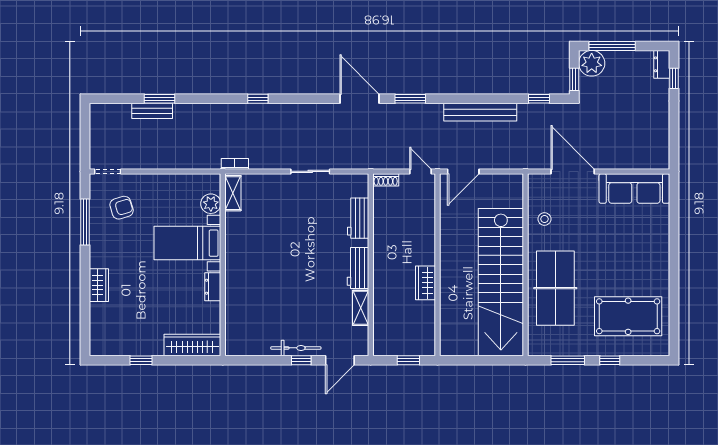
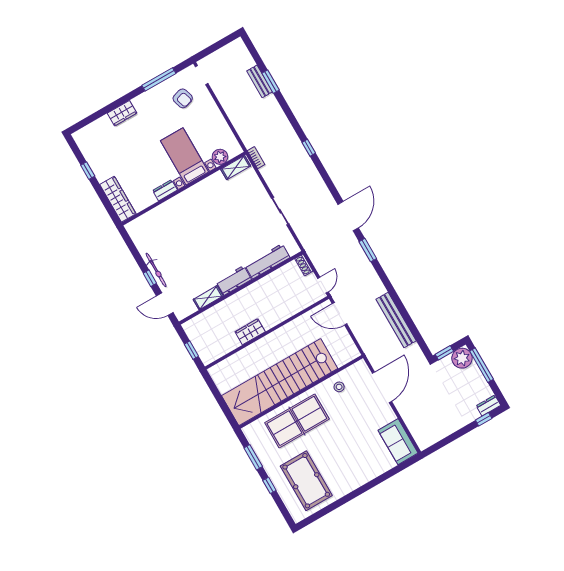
window: (539, 99) -> (418, 336), removed
bench: (480, 112) -> (396, 320), moved
sofa: (634, 189) -> (398, 442), width x0.73
workbench: (358, 218) -> (267, 261), width x1.38

